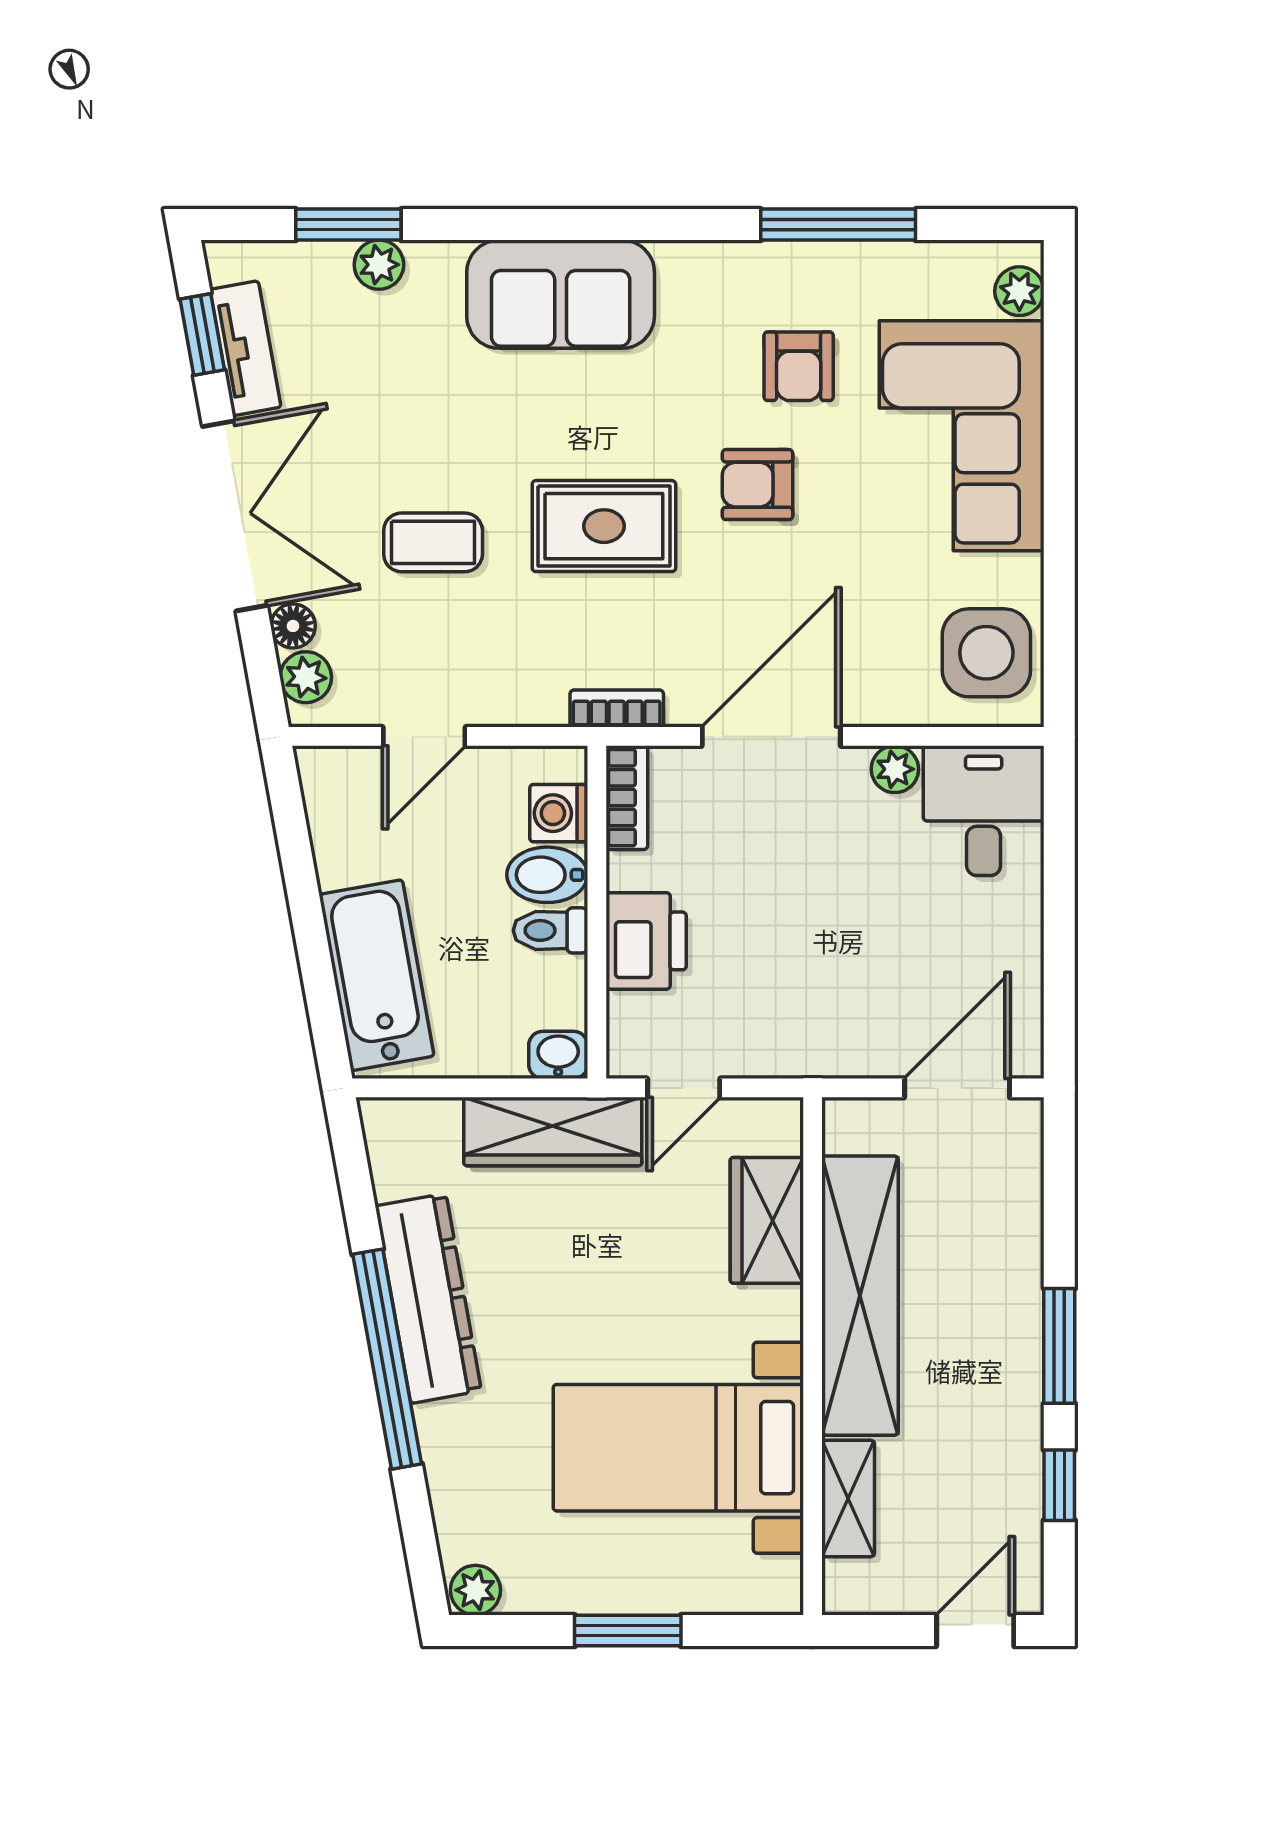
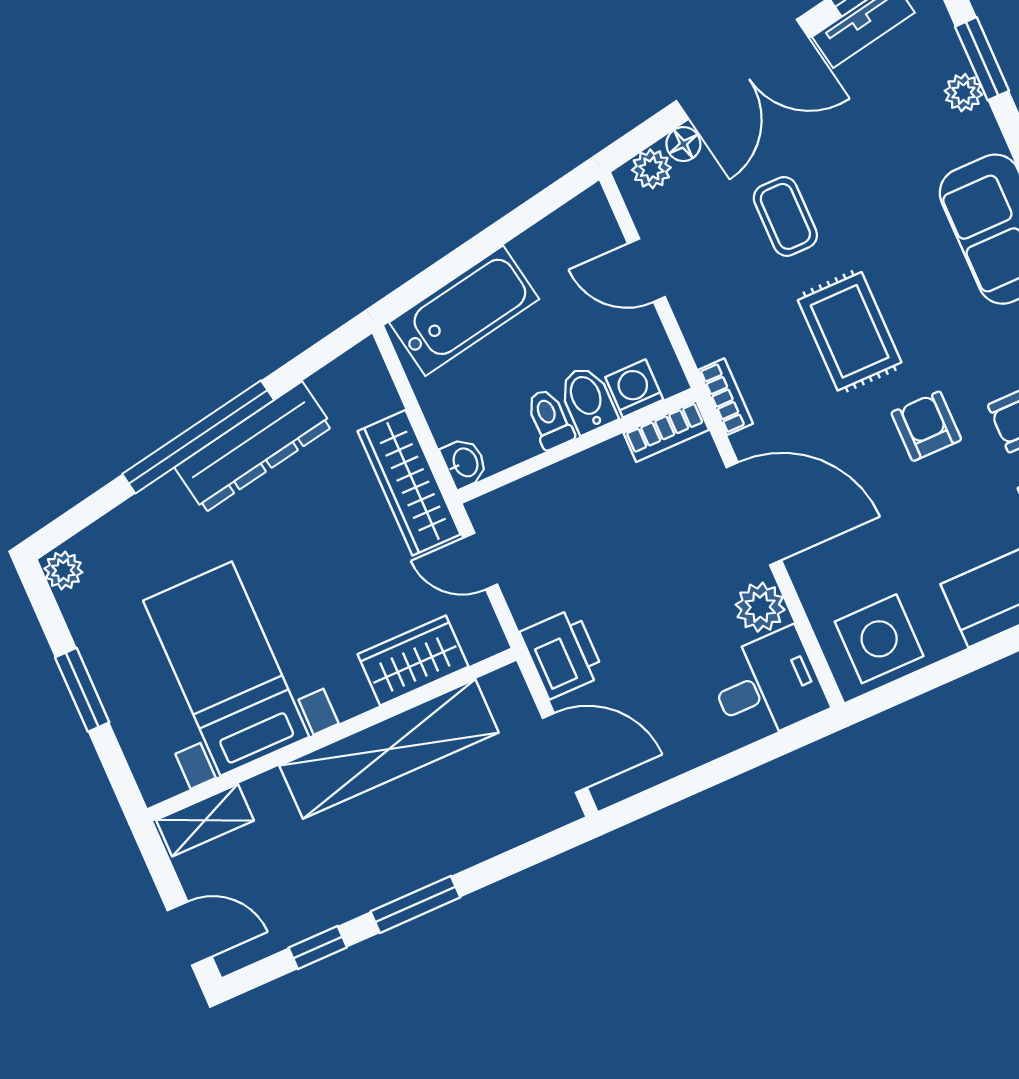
plant: (895, 769) -> (760, 607), width x1.38, depth x1.38
printer: (646, 941) -> (562, 654), moved, turned -90
shelving: (848, 1499) -> (205, 820), moved

